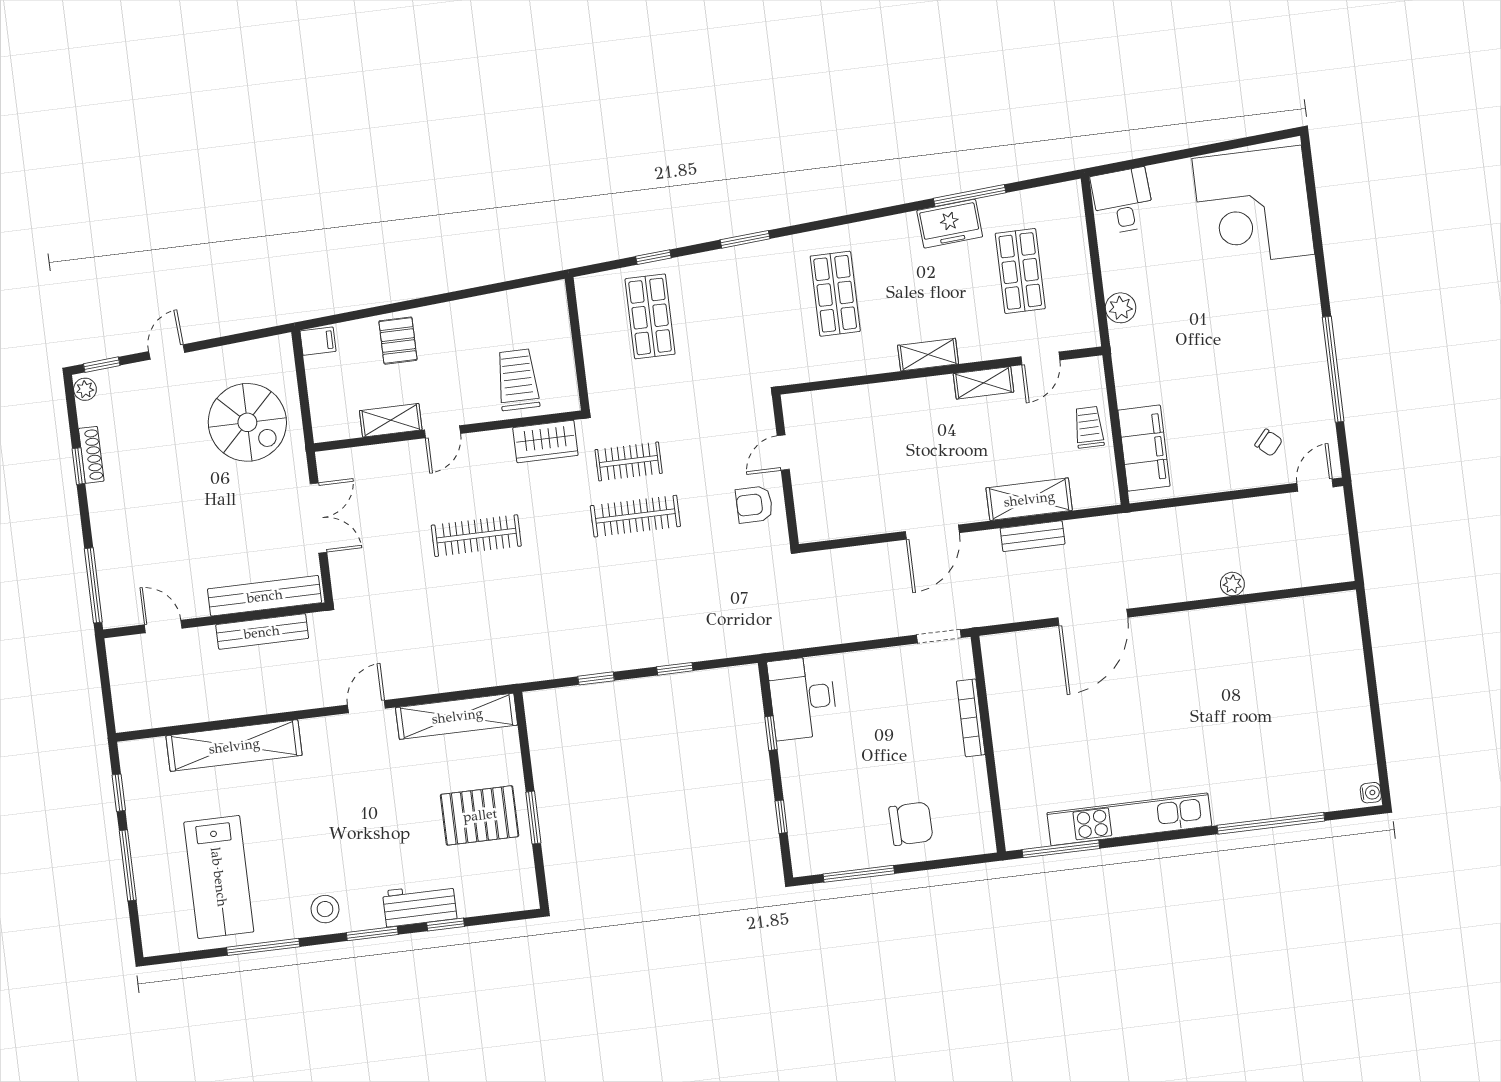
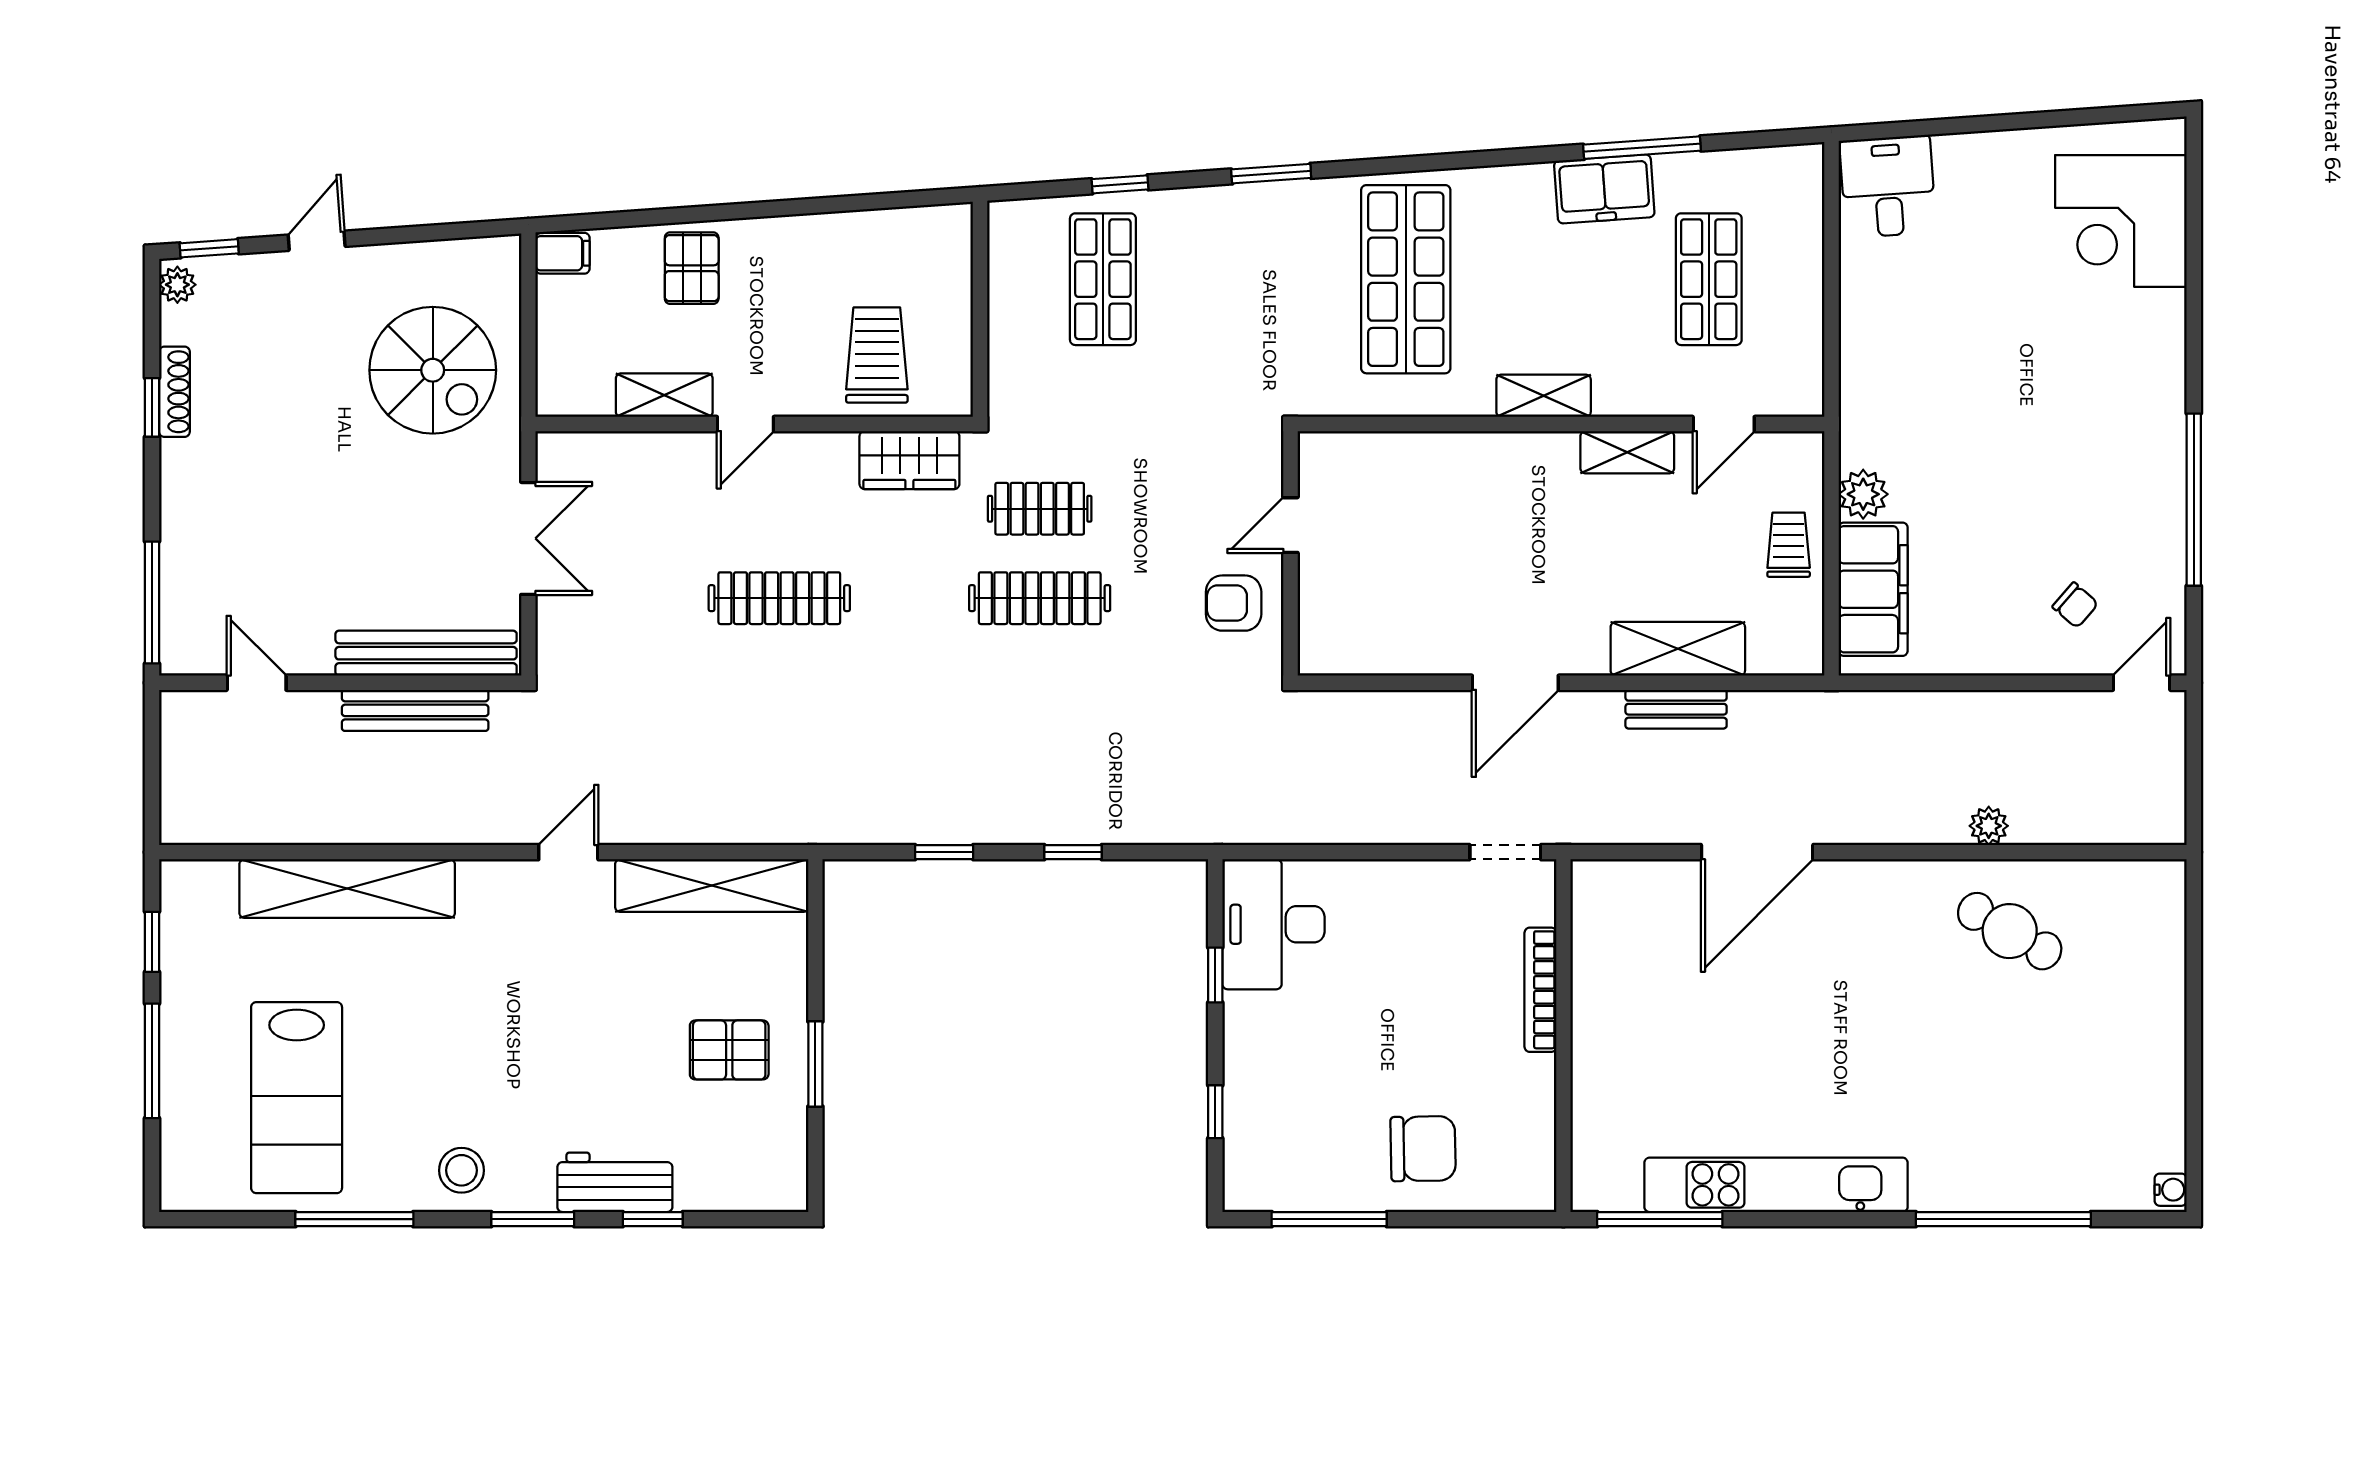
corner desk: (1253, 206) -> (2121, 221), width x0.74, depth x0.74
shop shelf: (835, 294) -> (1406, 279), width x1.43, depth x1.36
plant: (1121, 308) -> (1863, 494), moved
cafe table: (1253, 647) -> (2010, 931), added
pallet: (480, 815) -> (729, 1050), width x0.67, depth x0.71

